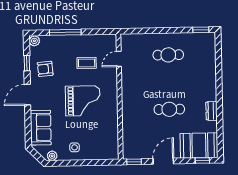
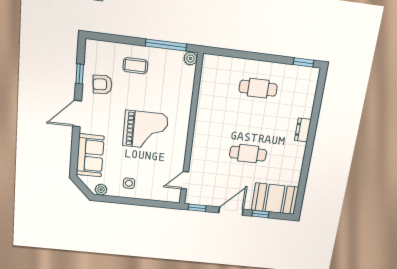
window: (65, 32) -> (166, 45), moved
plant: (34, 41) -> (191, 58), moved
door: (119, 59) -> (185, 180), moved
coffee table: (87, 63) -> (135, 66), moved
dresser: (212, 111) -> (303, 130), moved
window: (202, 160) -> (260, 214), moved

